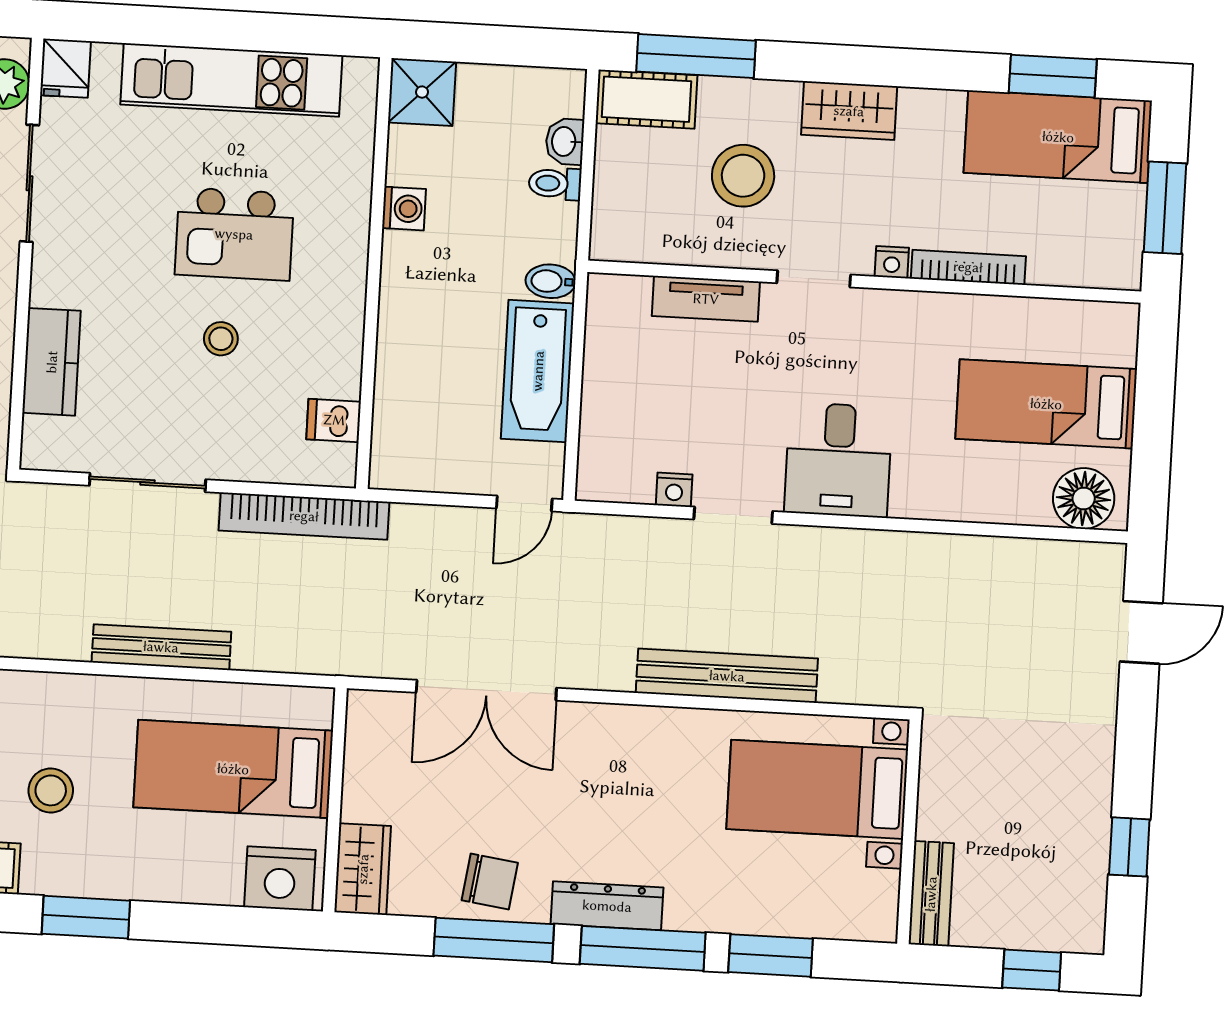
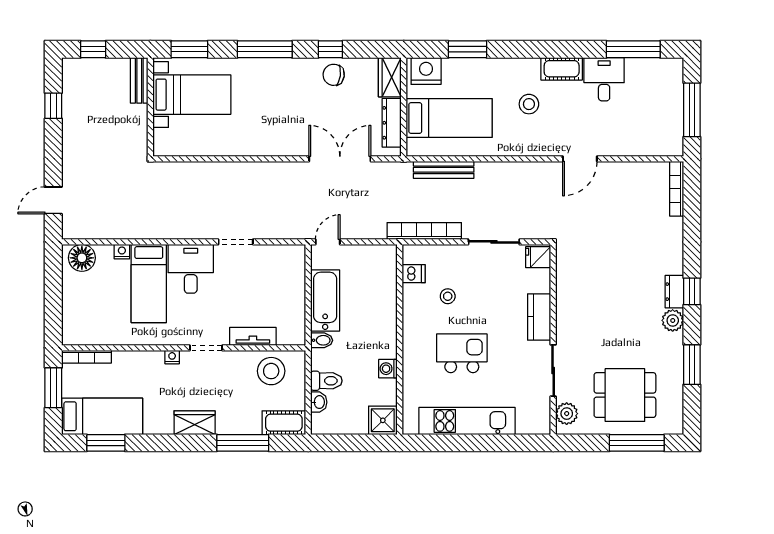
window: (696, 56) -> (243, 443), moved
fridge: (65, 68) -> (538, 257), moved, turned -90
stool: (743, 176) -> (271, 371), moved
toilet: (555, 184) -> (326, 381), width x1.37, depth x1.39
bookcase: (968, 267) -> (87, 357), moved
stool: (221, 339) -> (448, 296), moved
kitchen counter: (52, 362) -> (539, 317), moved
bed: (1046, 404) -> (149, 283), moved, turned 90
nightstand: (674, 490) -> (122, 252), moved
bench: (161, 647) -> (444, 170), moved
bench: (727, 676) -> (234, 171), removed
bed with nightstands: (817, 789) -> (192, 95), moved
dresser: (607, 906) -> (392, 123), moved, turned 90
window: (86, 917) -> (468, 49), moved
window: (494, 940) -> (330, 49), width x0.46
window: (771, 955) -> (189, 49), moved

